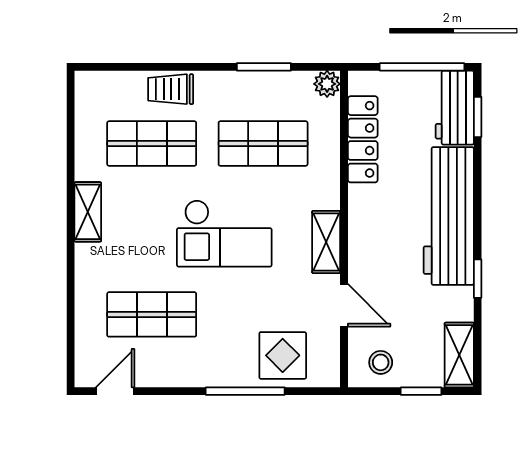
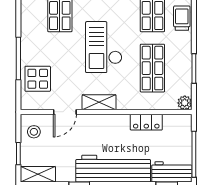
locker: (363, 139) -> (146, 122), width x0.66

